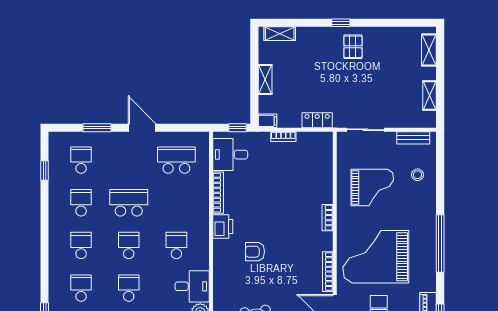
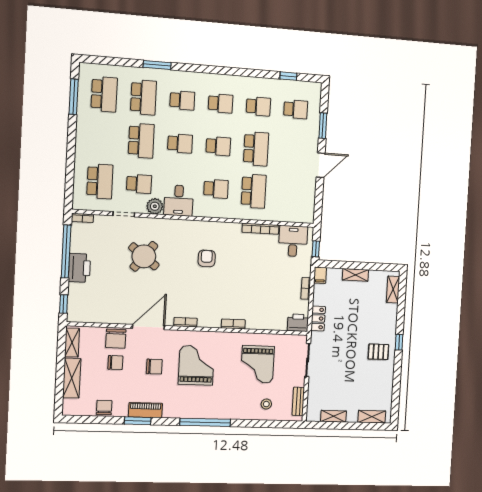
school desk: (176, 160) -> (254, 191), moved
printer: (223, 227) -> (298, 323), moved, turned 180
grand piano: (376, 257) -> (196, 365), width x0.73, depth x0.68
bookcase: (328, 272) -> (185, 322), width x0.64

